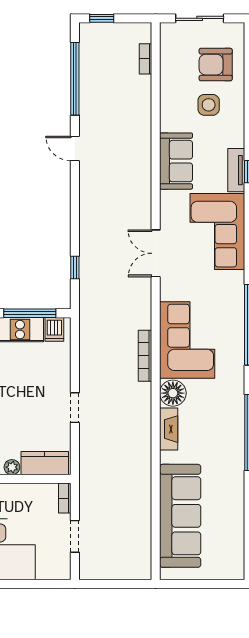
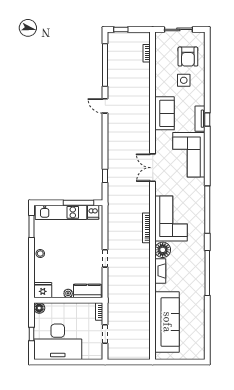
armchair: (216, 65) -> (188, 57), turned -90

